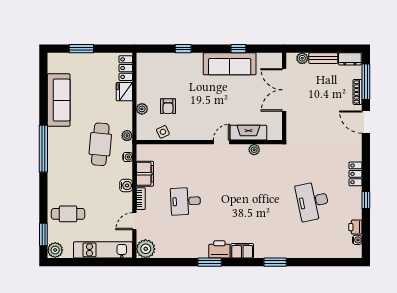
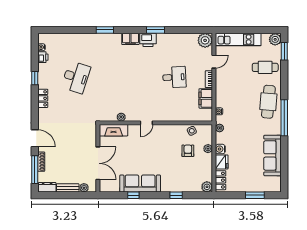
plant: (143, 60) -> (207, 187), added
fireplace: (248, 133) -> (114, 130), moved
cafe table: (100, 144) -> (268, 102), moved
water cooler: (126, 185) -> (220, 149), moved
desk: (313, 201) -> (76, 77), turned 30

